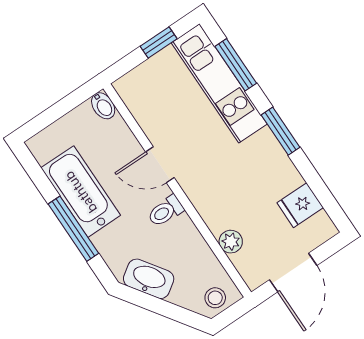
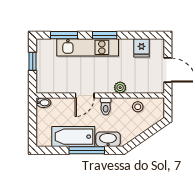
kitchen unit: (219, 83) -> (88, 47), moved
plant: (231, 242) -> (120, 88), moved
washbasin: (149, 279) -> (108, 139), moved, turned 35
stool: (215, 298) -> (138, 107), moved

